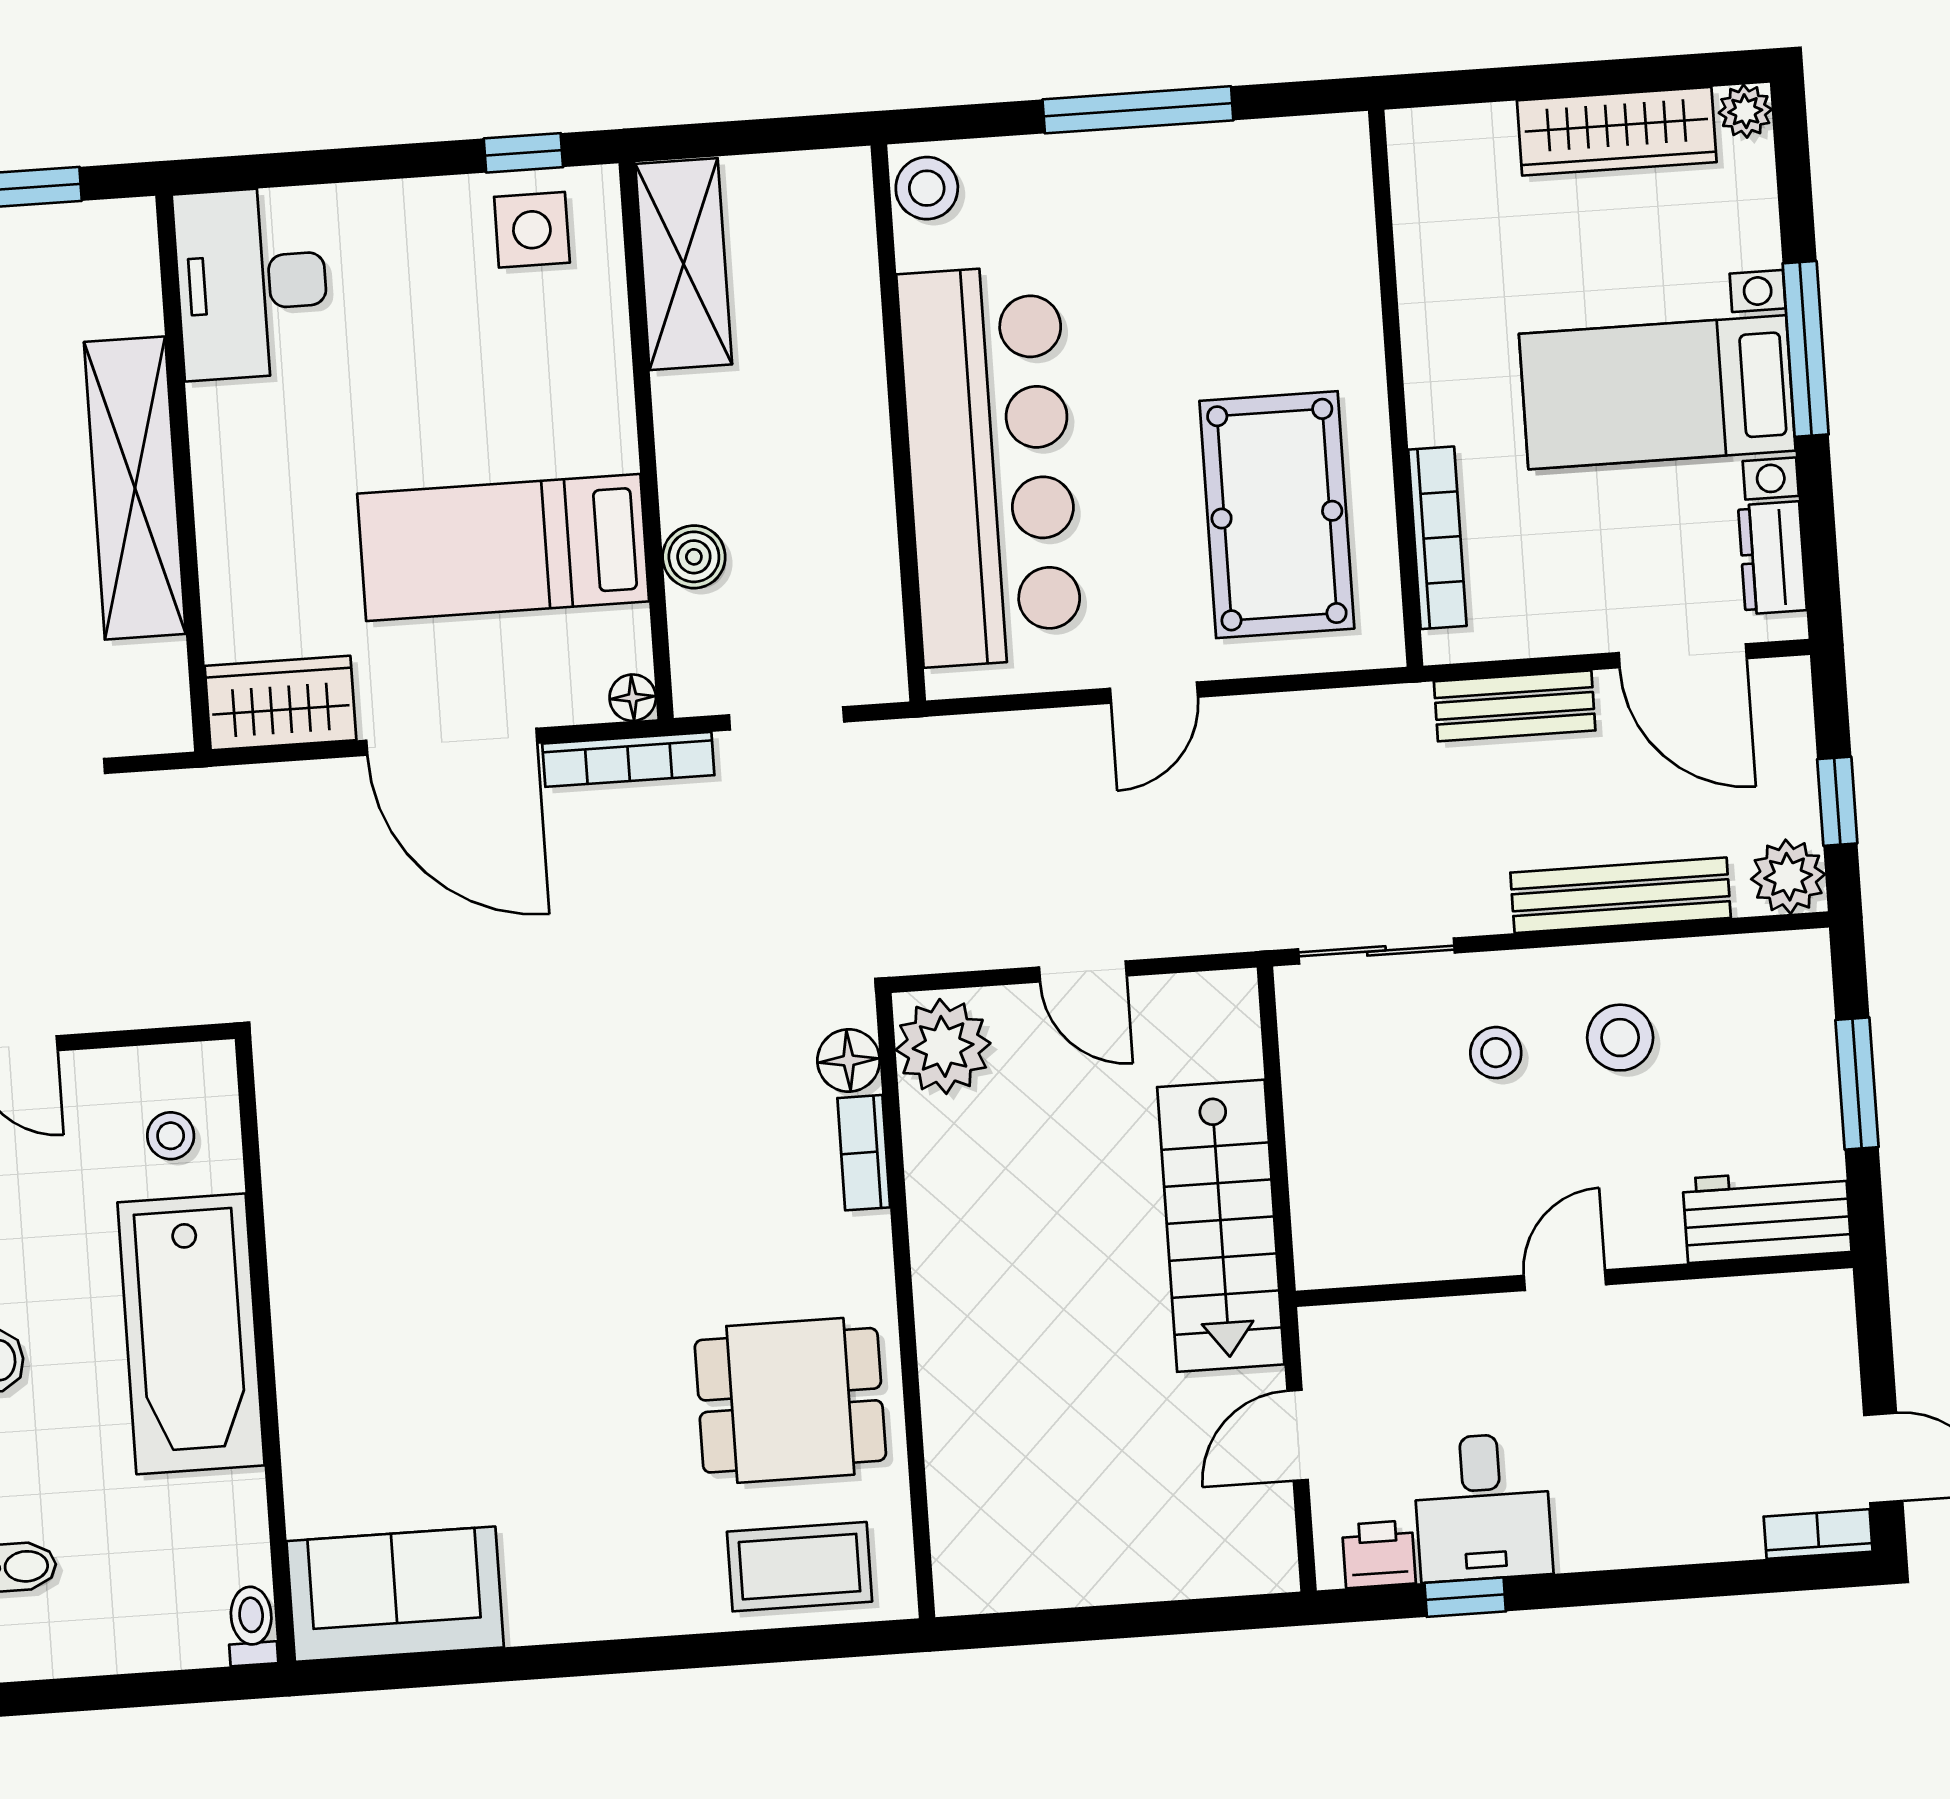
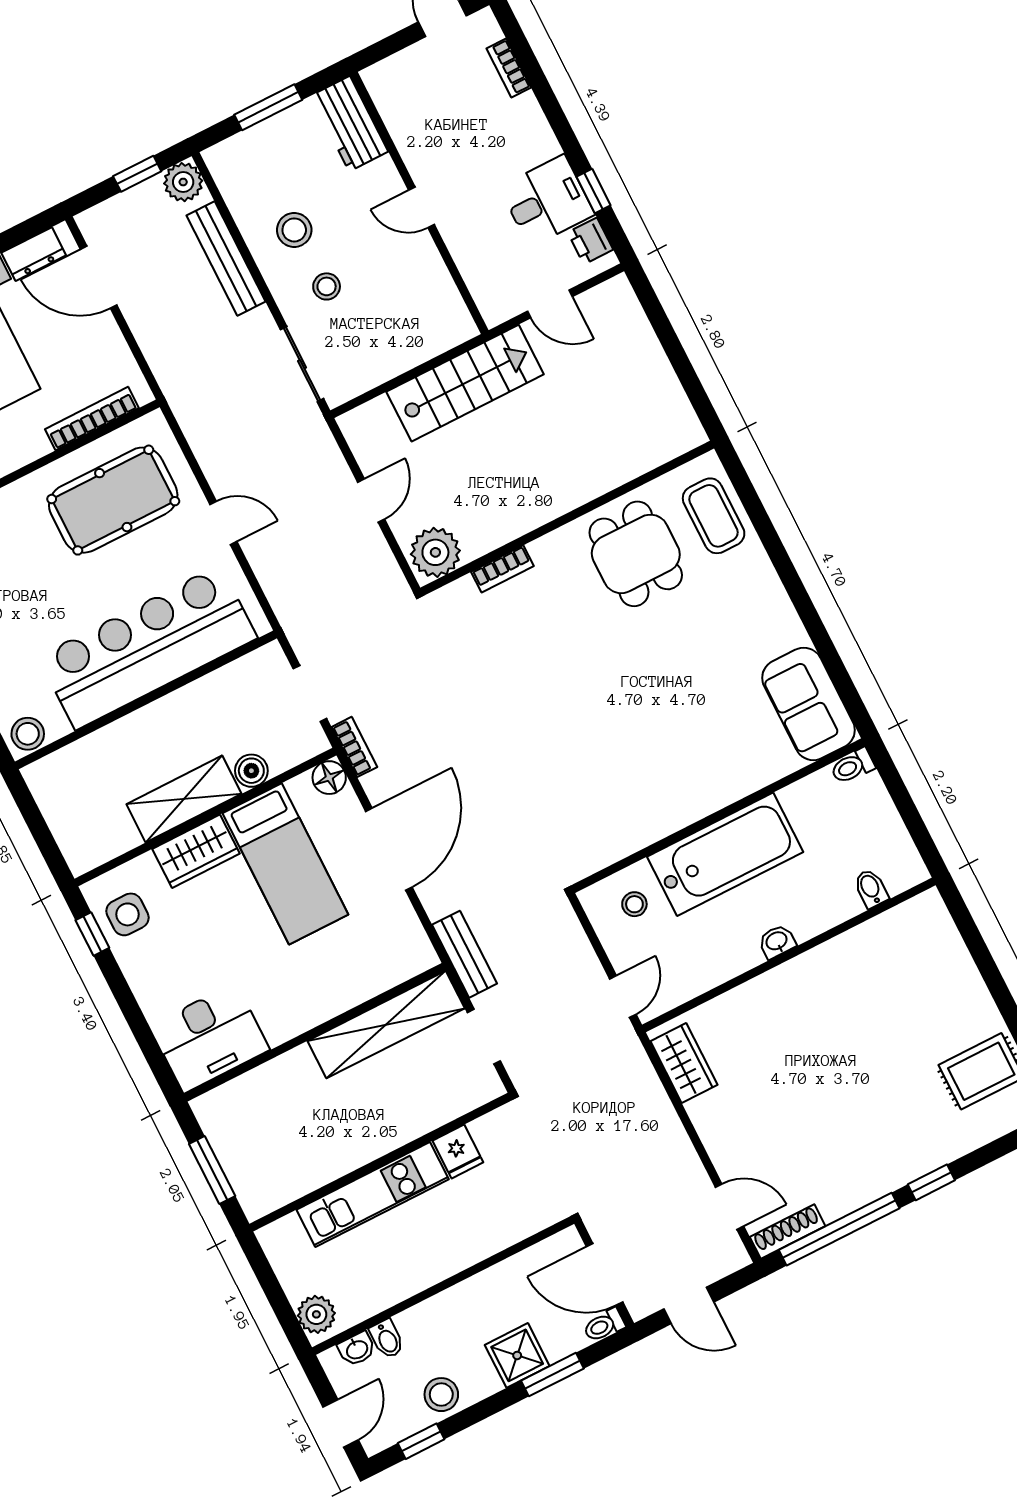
shelving: (684, 264) -> (184, 799), moved
shelving: (135, 488) -> (386, 1025), moved
door: (1683, 656) -> (99, 277), swing flipped
floor lamp: (633, 698) -> (329, 778), width x1.37, depth x1.37
wardrobe: (280, 703) -> (196, 851), moved, turned -90
bench: (1515, 706) -> (464, 954), moved
bookcase: (628, 759) -> (354, 747), width x0.64
floor lamp: (849, 1060) -> (461, 595), removed
bookcase: (1818, 1534) -> (509, 68), moved

